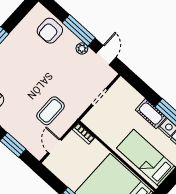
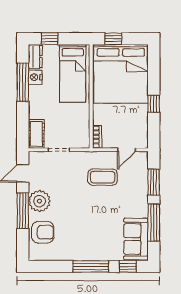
plant: (82, 48) -> (39, 201), width x1.88, depth x1.88
cot: (151, 114) -> (36, 134), moved

